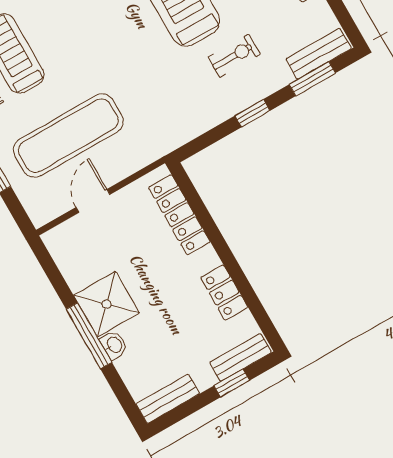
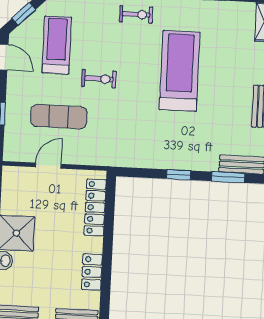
exercise bike: (234, 56) -> (99, 79), moved
exercise mat: (68, 136) -> (59, 117), width x0.73, depth x0.69

